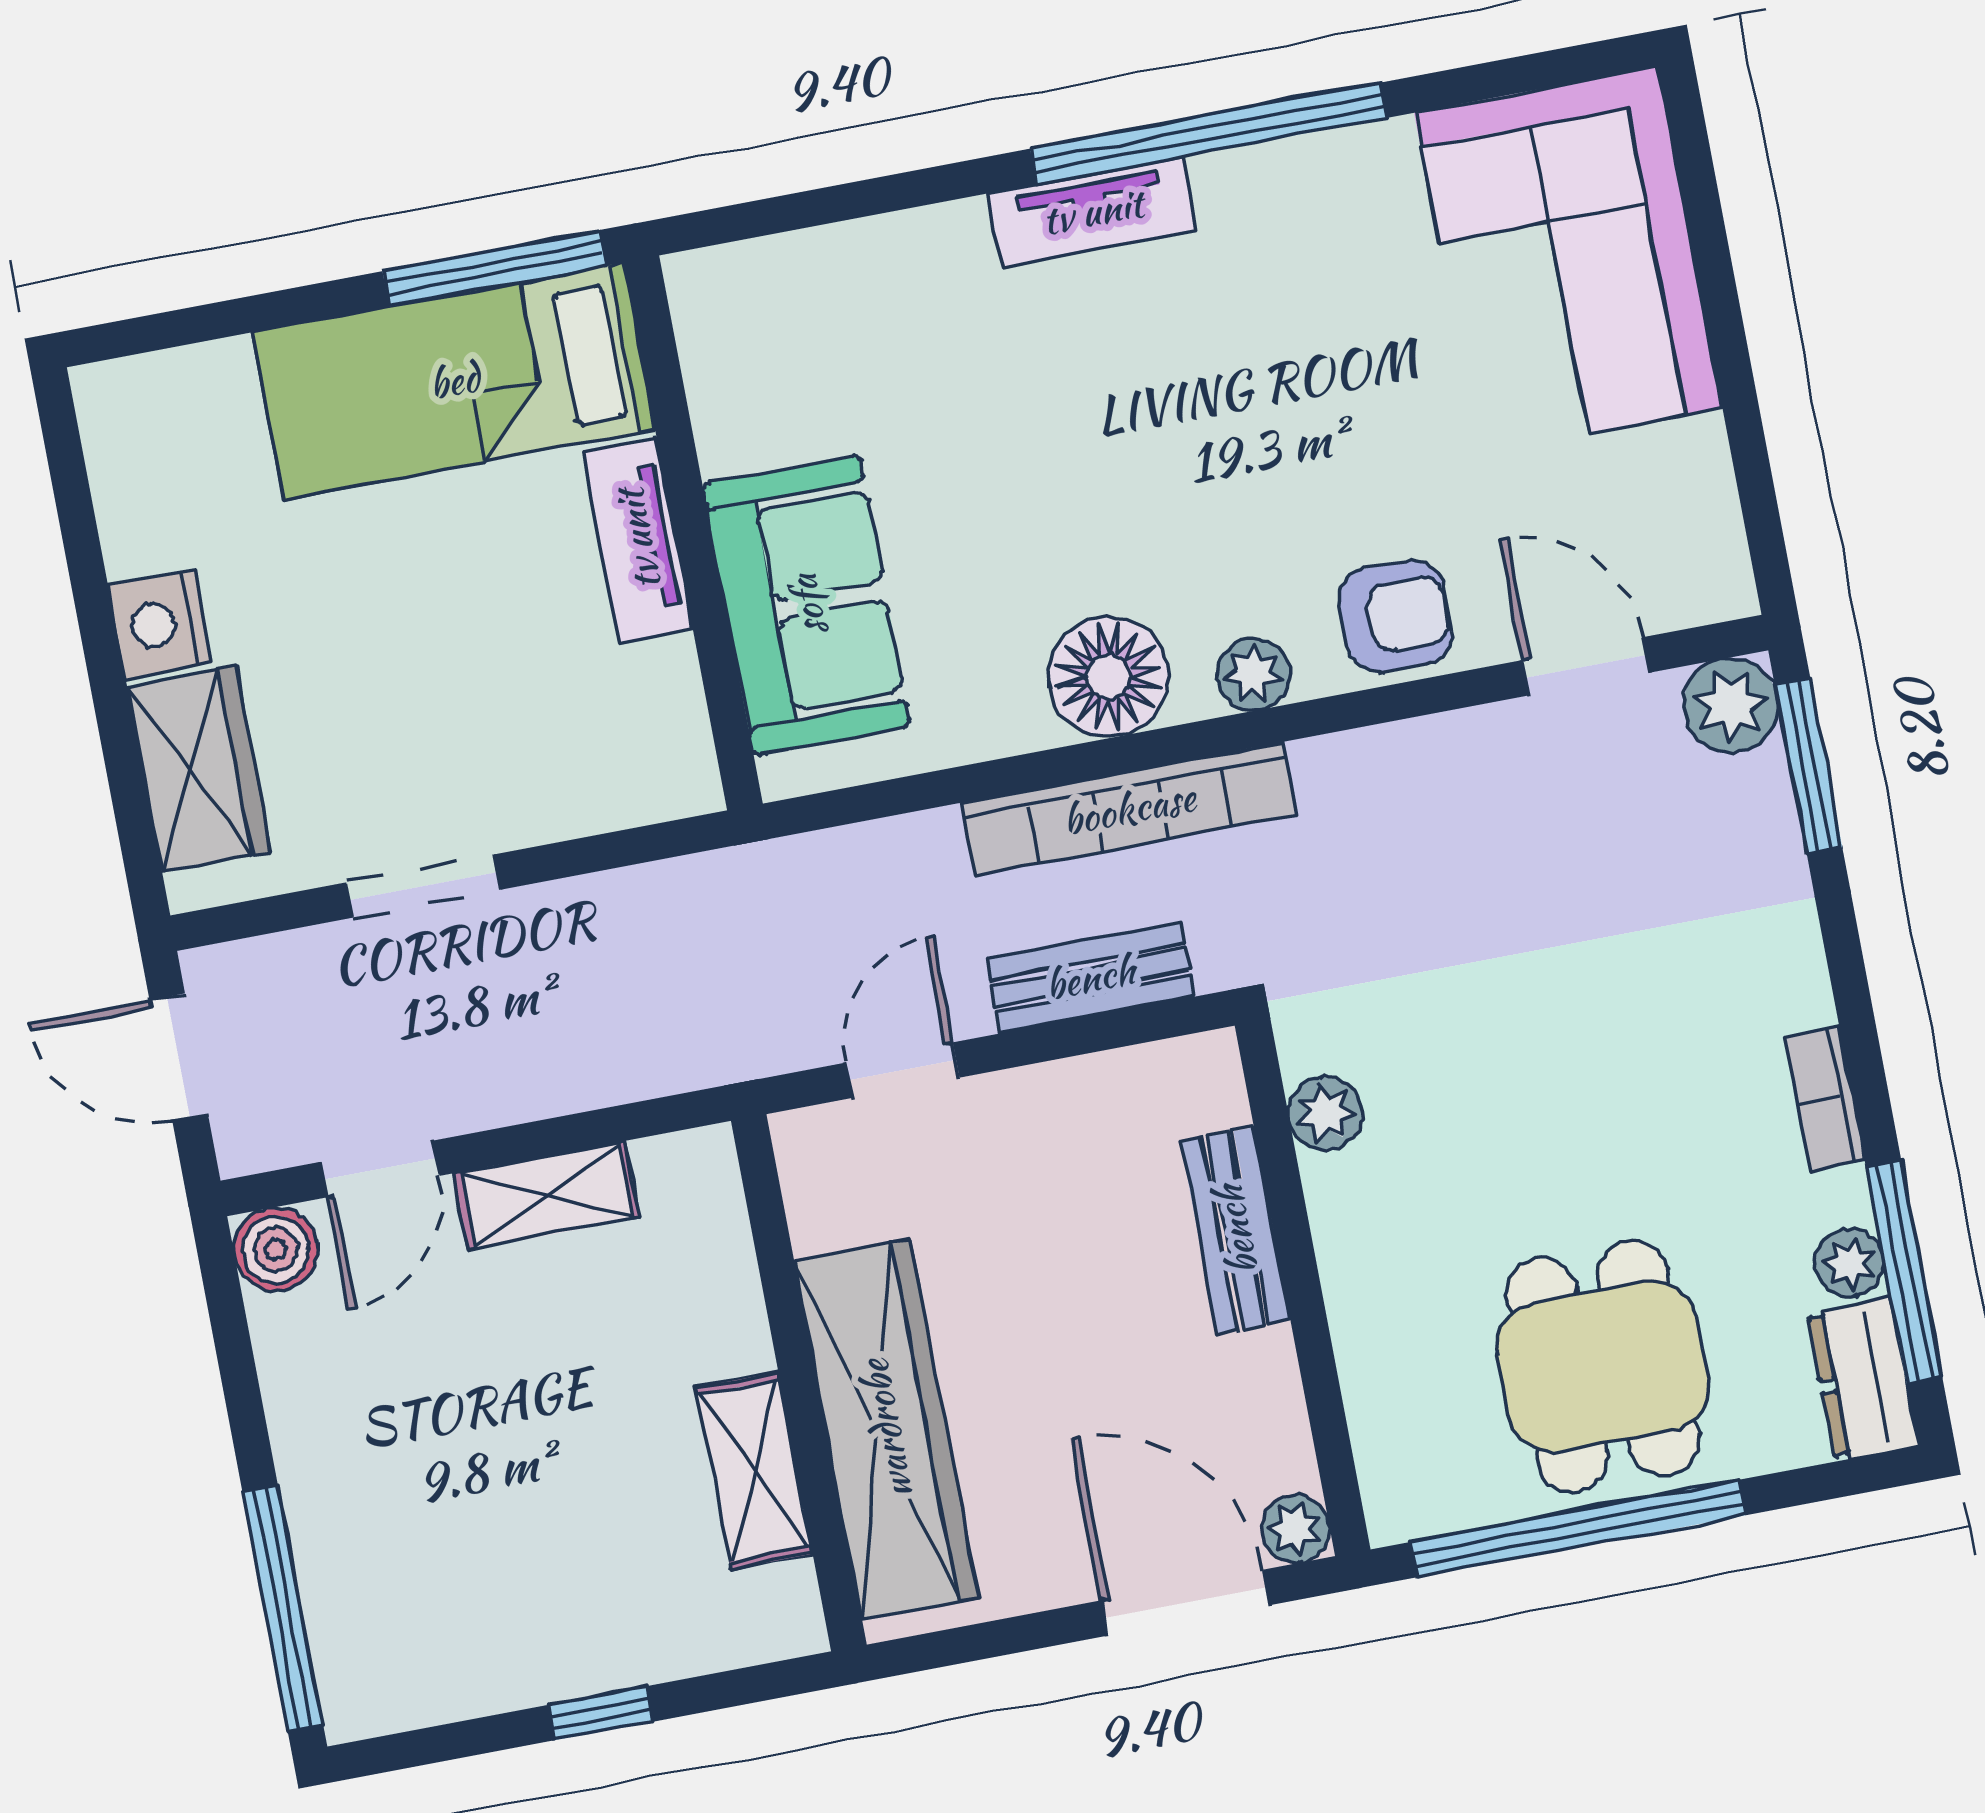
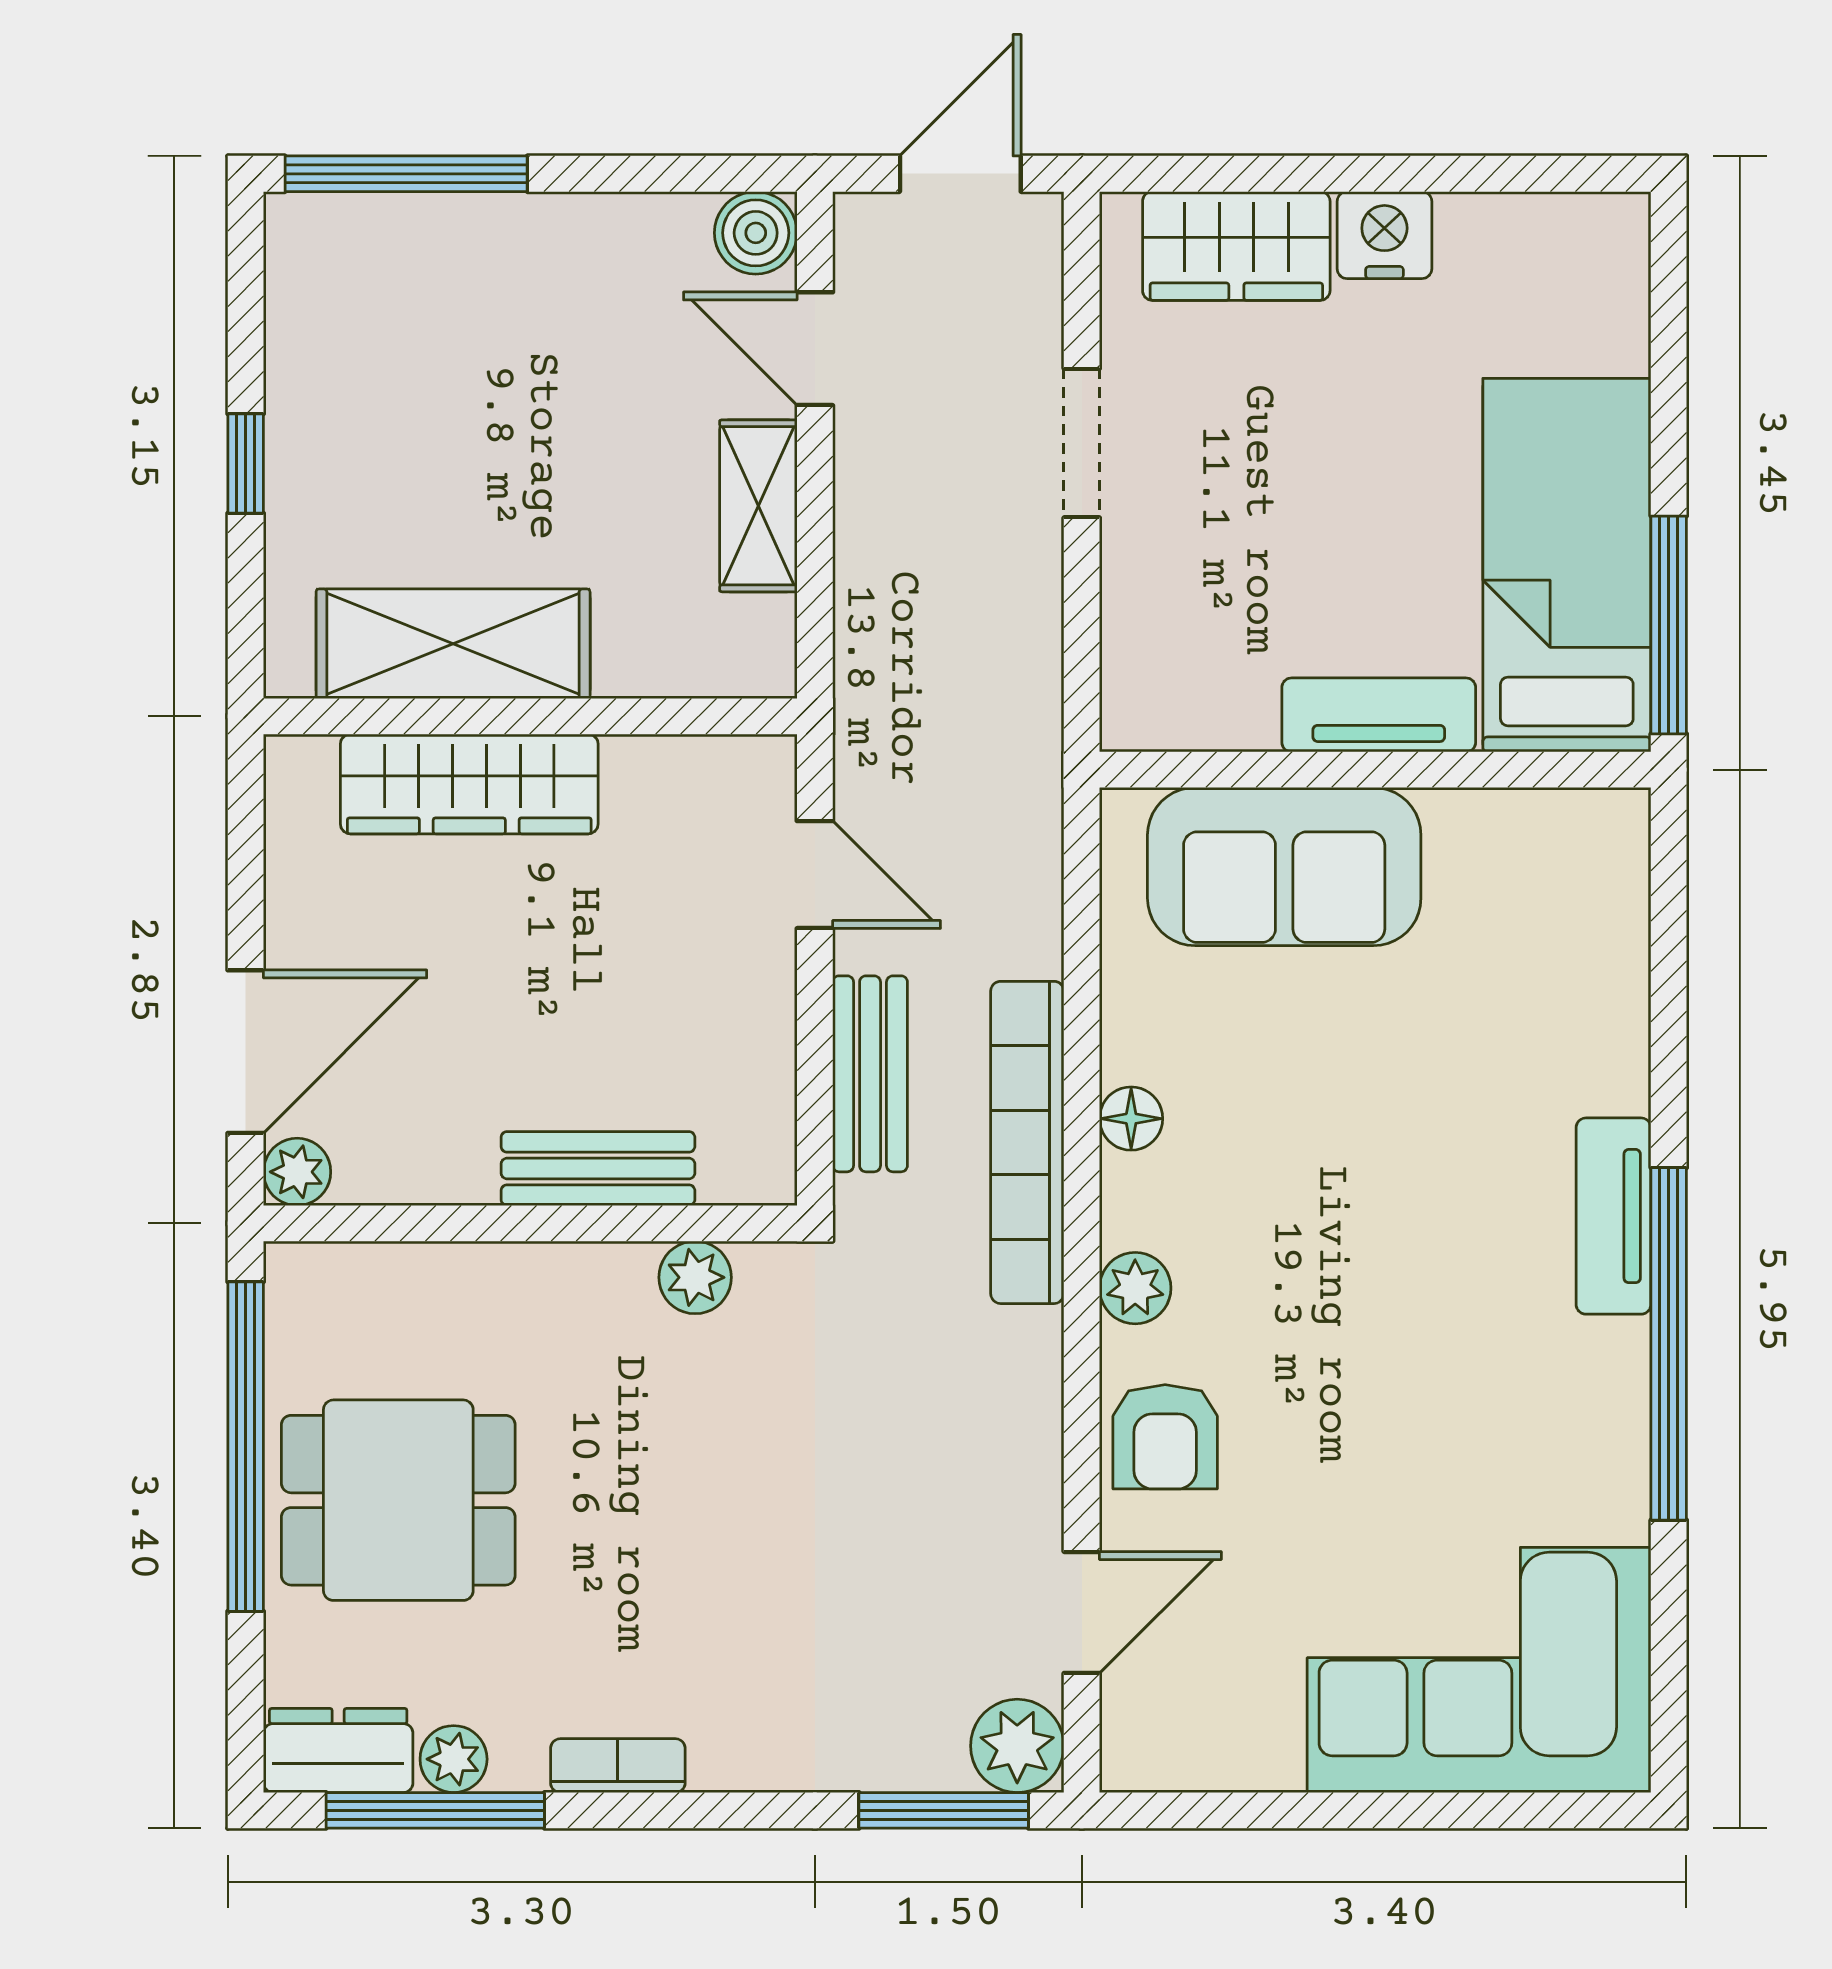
floor lamp: (1108, 677) -> (1131, 1119), width x0.53, depth x0.53
wardrobe: (886, 1429) -> (469, 784), width x0.71, depth x0.85
shelving: (755, 1471) -> (453, 644), width x1.50, depth x1.33

